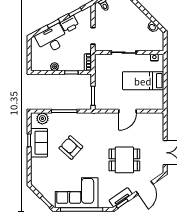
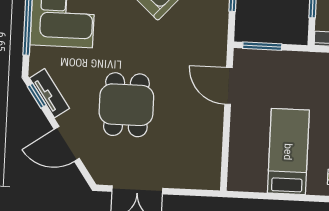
door: (128, 111) -> (228, 86), moved

